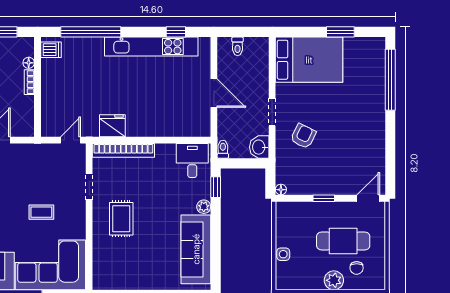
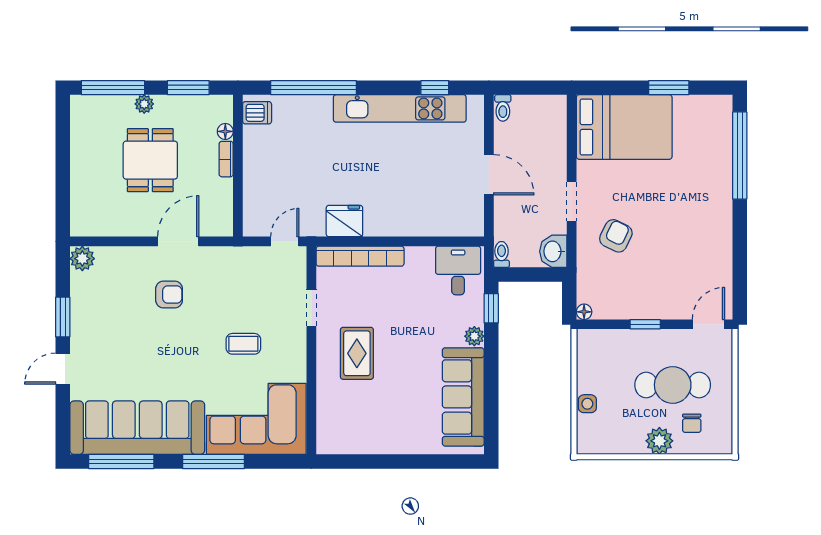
toilet: (238, 46) -> (503, 108), moved

